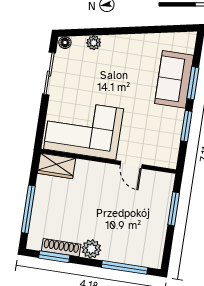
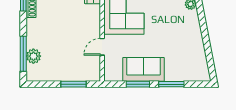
sofa: (174, 79) -> (144, 69), moved
plant: (91, 249) -> (33, 56), moved

